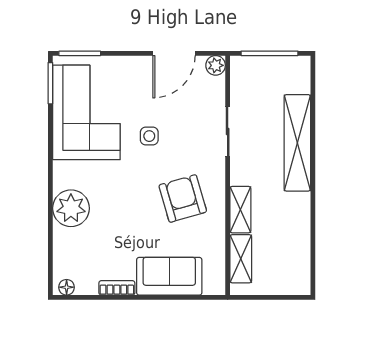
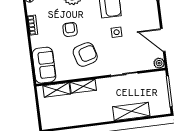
shelving: (297, 143) -> (131, 111), width x0.68
armchair: (133, 220) -> (70, 29), added
sofa: (169, 276) -> (44, 65), moved

